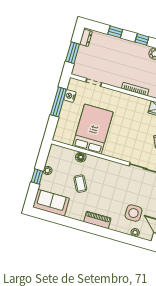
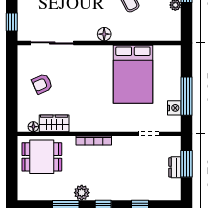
dresser: (86, 38) -> (175, 167), moved
floor lamp: (81, 157) -> (104, 34), moved

